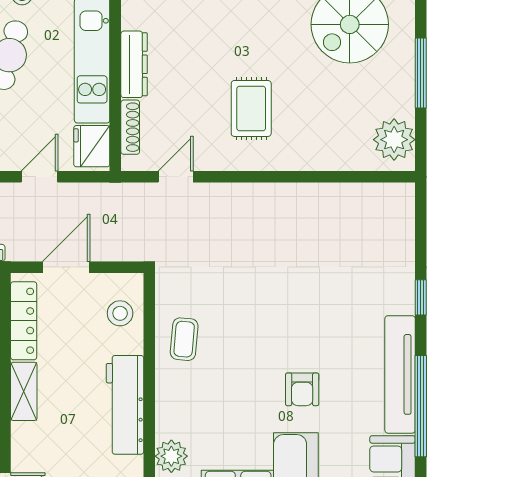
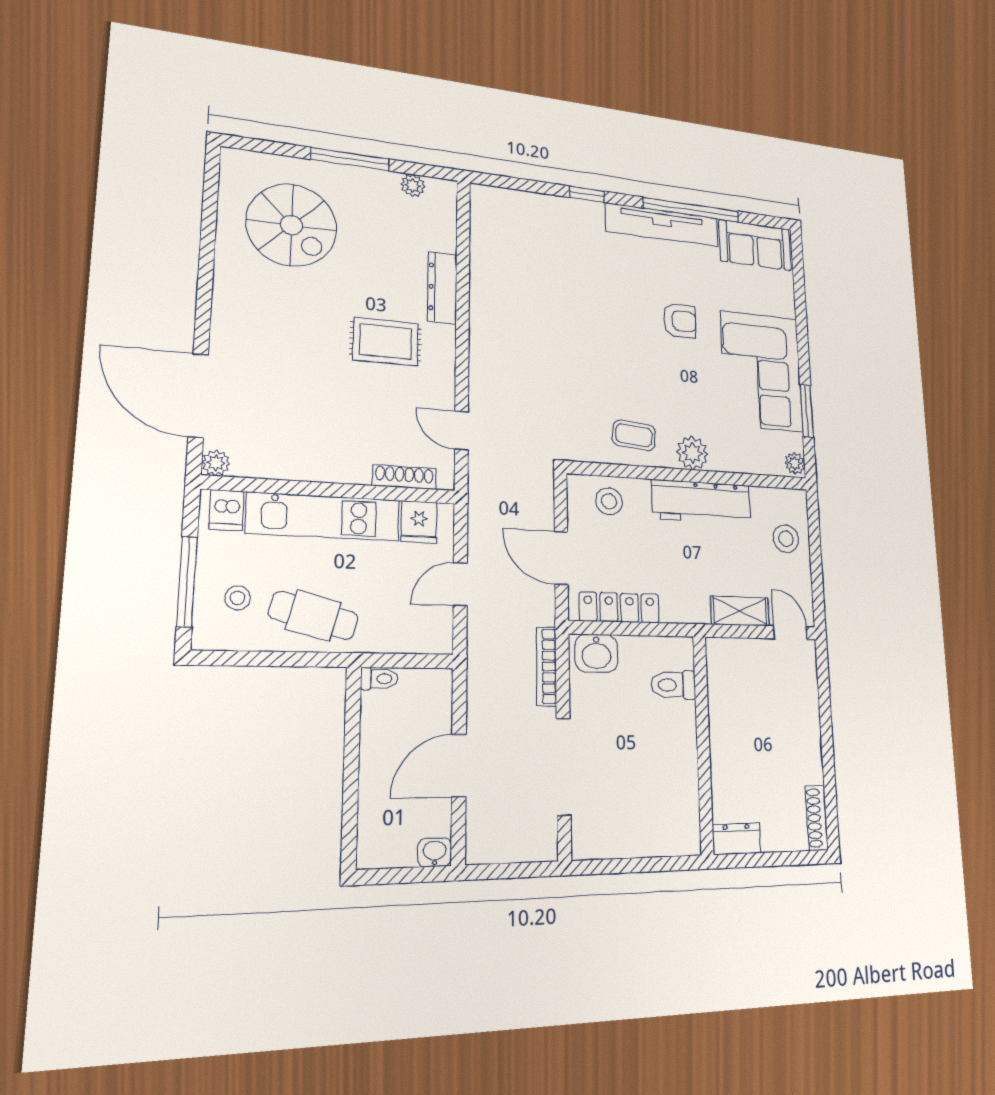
dresser: (134, 64) -> (442, 288), moved, turned -90
plant: (394, 140) -> (413, 185), width x0.53, depth x0.53
fridge: (92, 146) -> (419, 522), width x0.72
door: (39, 177) -> (460, 584), hinge flipped
shelving: (24, 391) -> (740, 611), moved
plant: (171, 456) -> (692, 453), moved

